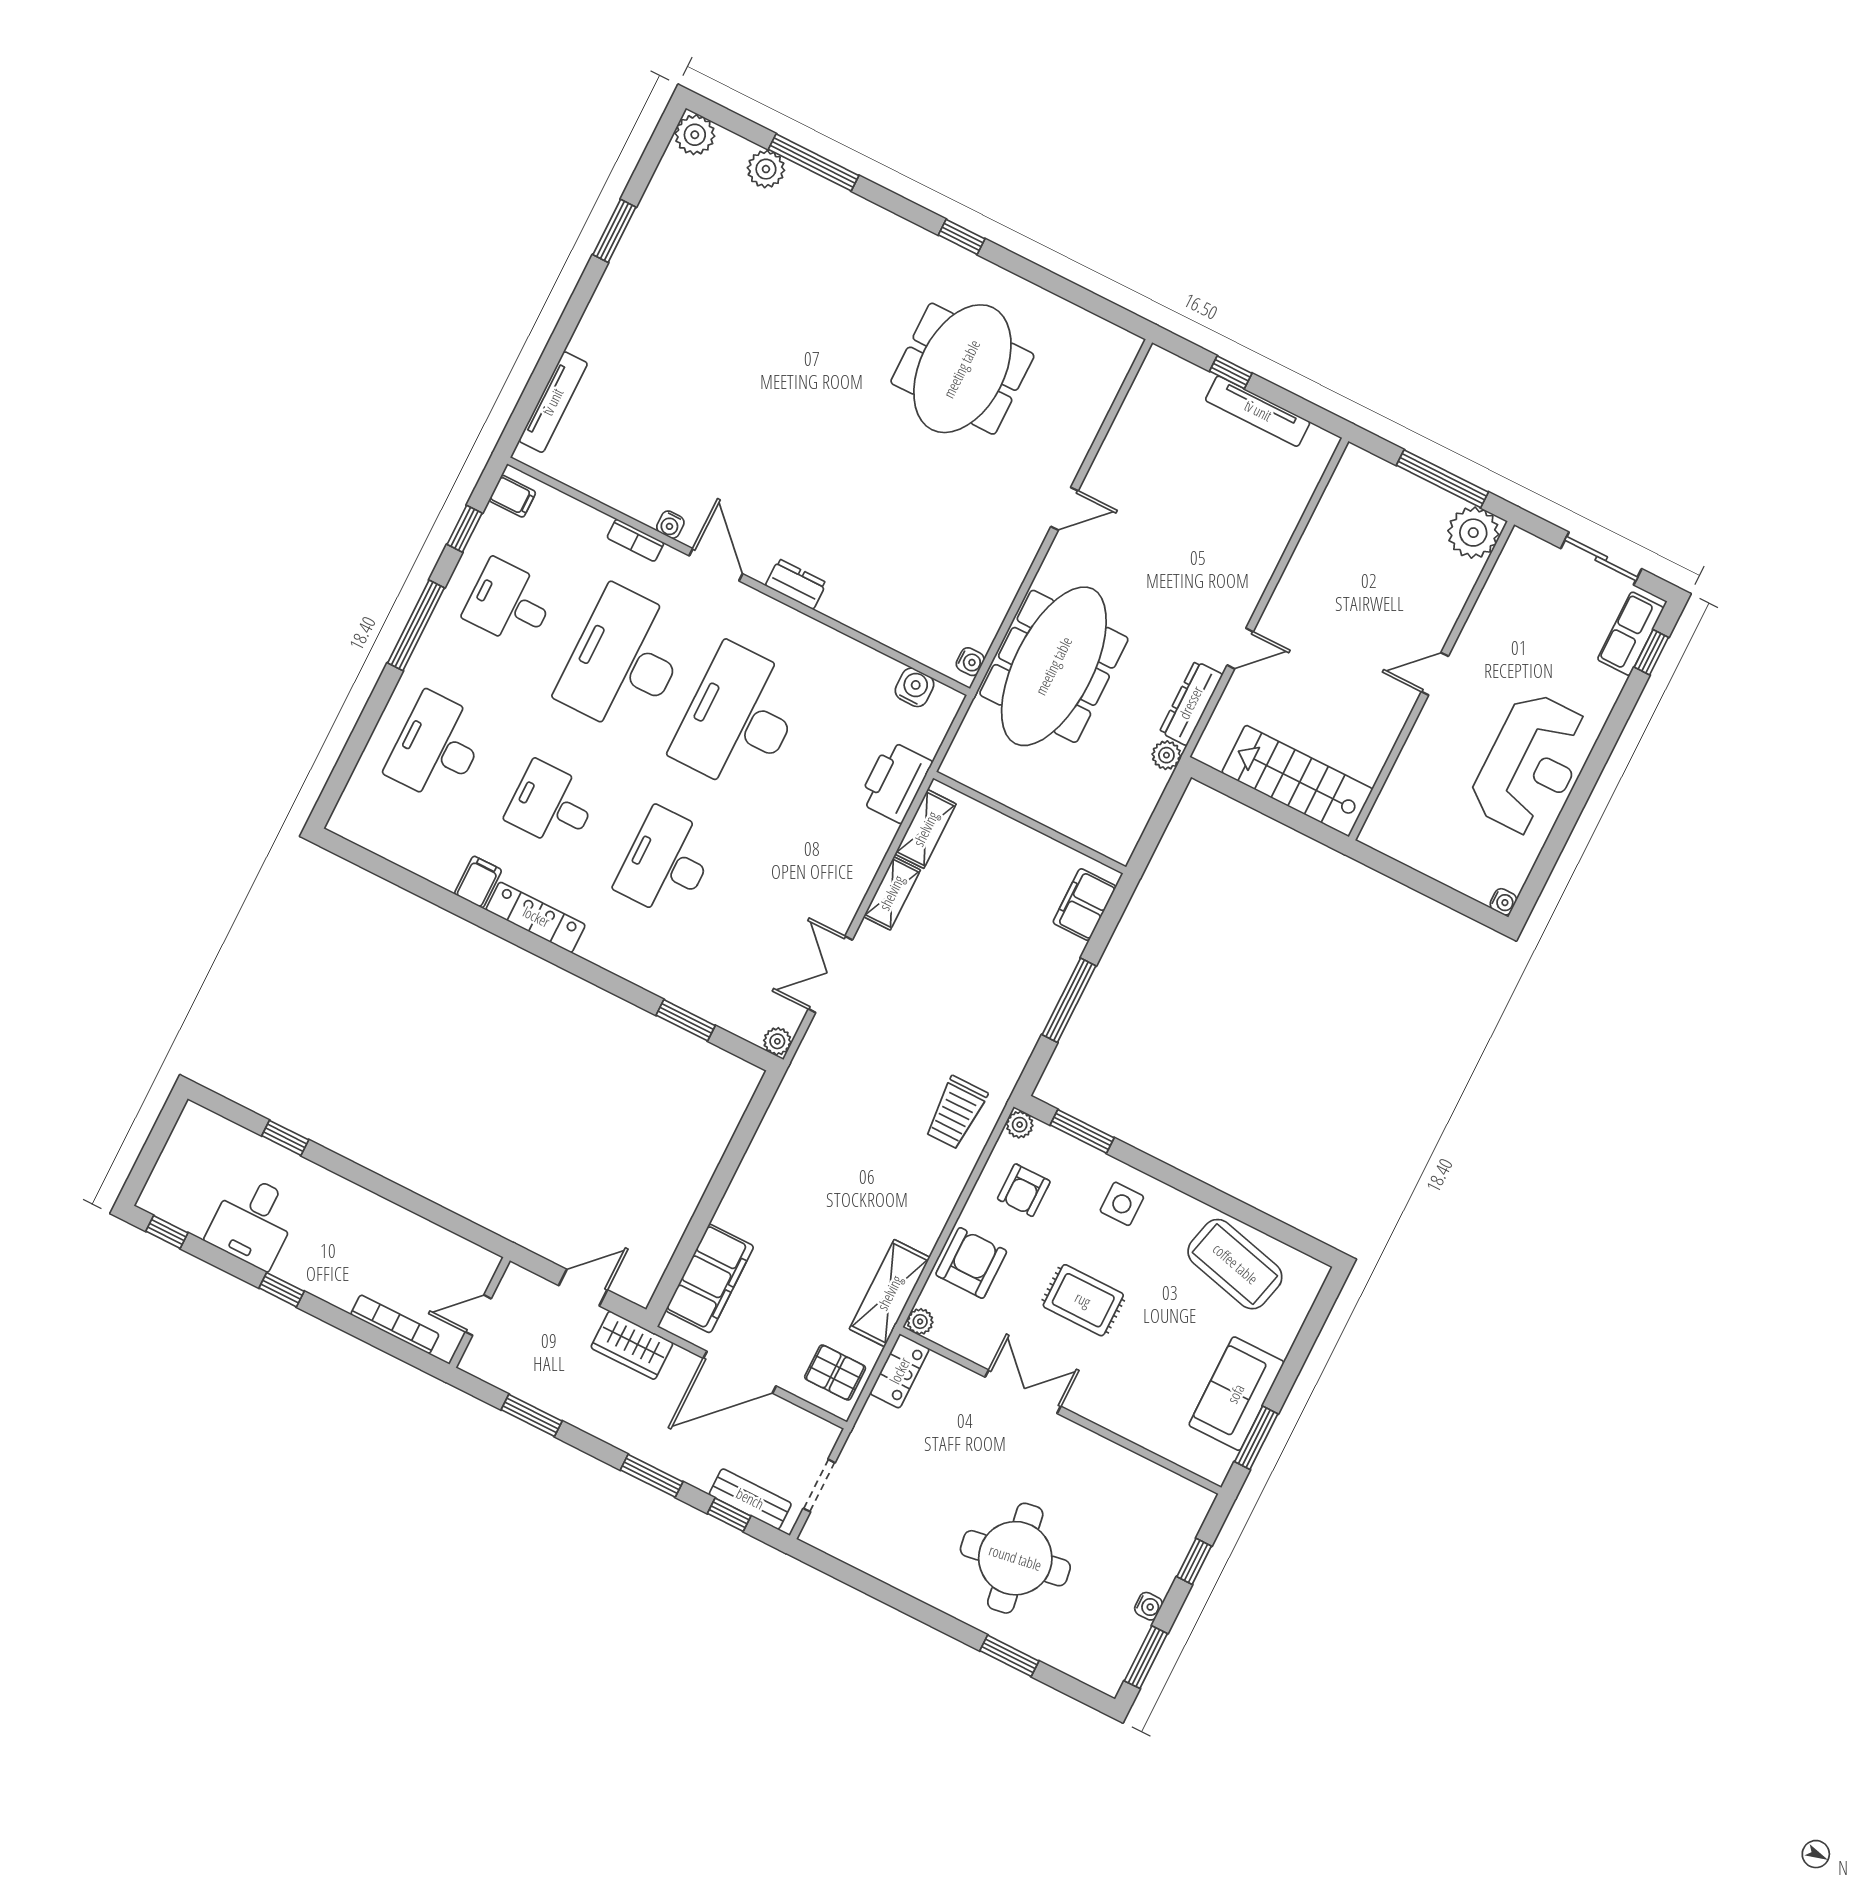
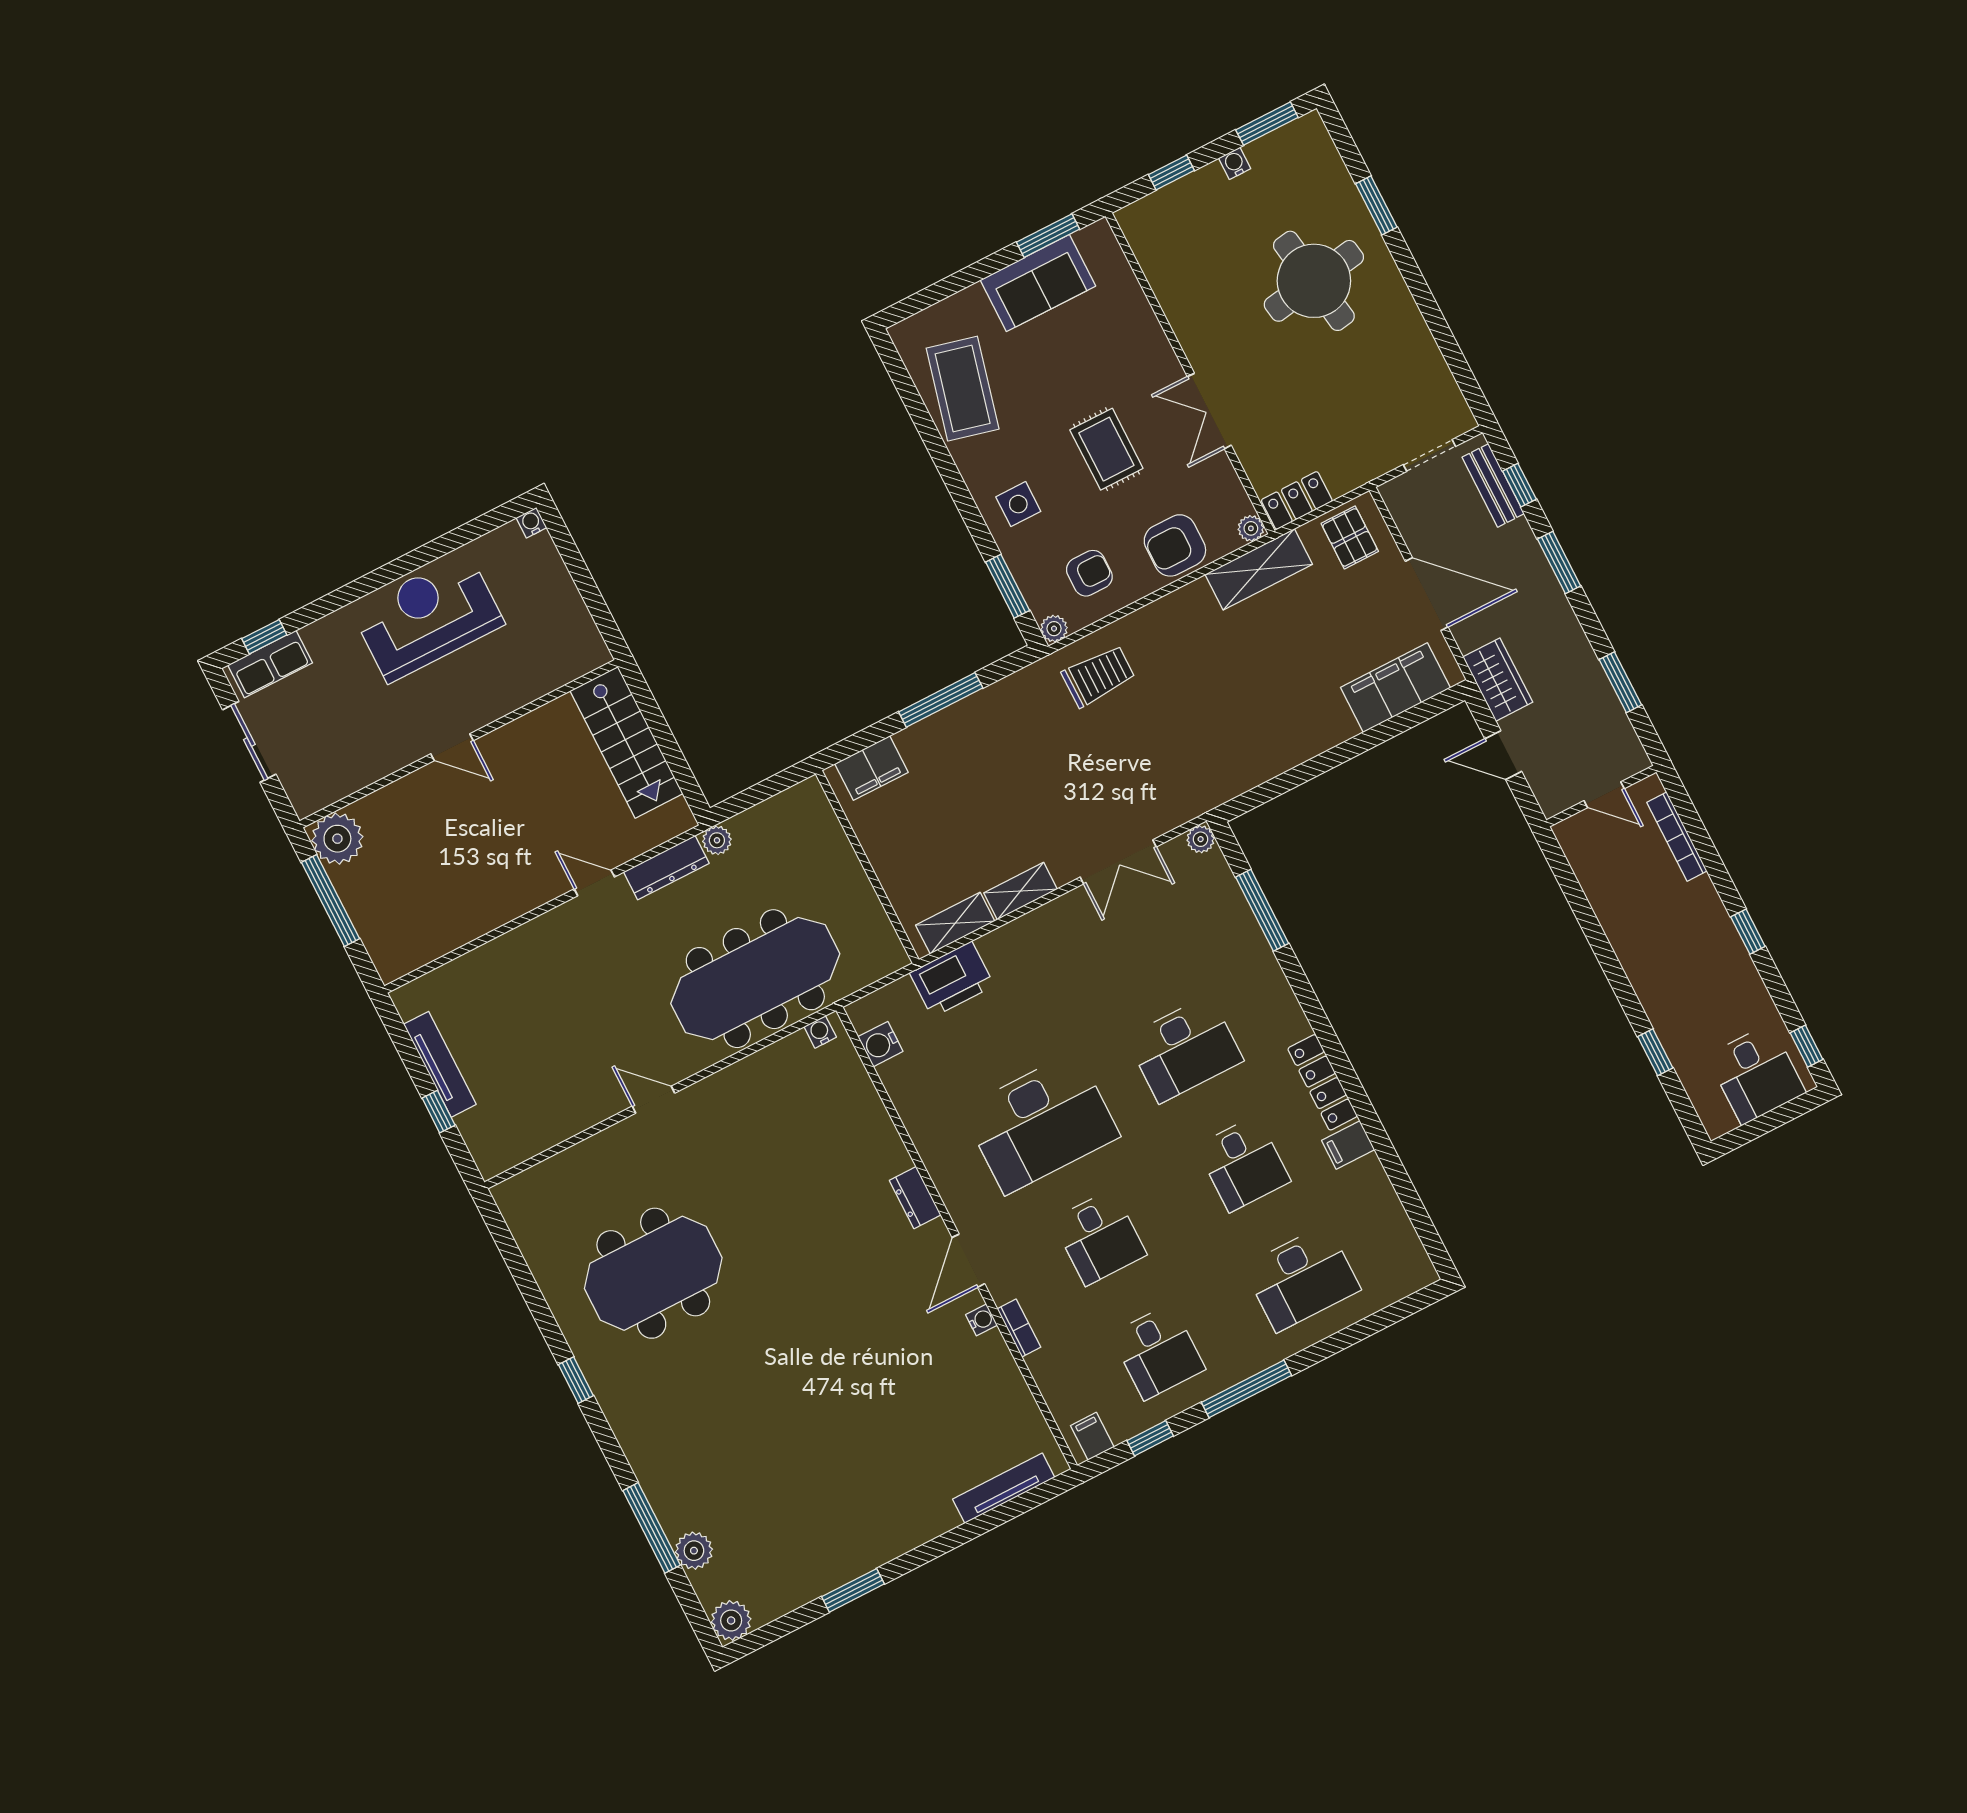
desk: (624, 661) -> (1099, 1237), width x0.53, depth x0.77
window: (686, 1020) -> (1262, 910), width x1.44
desk: (253, 1222) -> (1756, 1074), moved, turned 90

